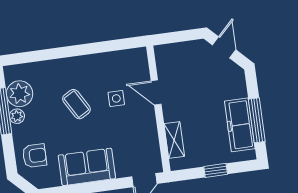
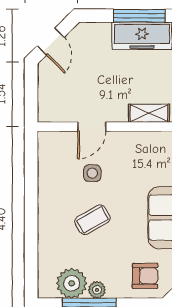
door: (224, 47) -> (51, 42), swing flipped
armchair: (35, 156) -> (145, 276), turned 90

